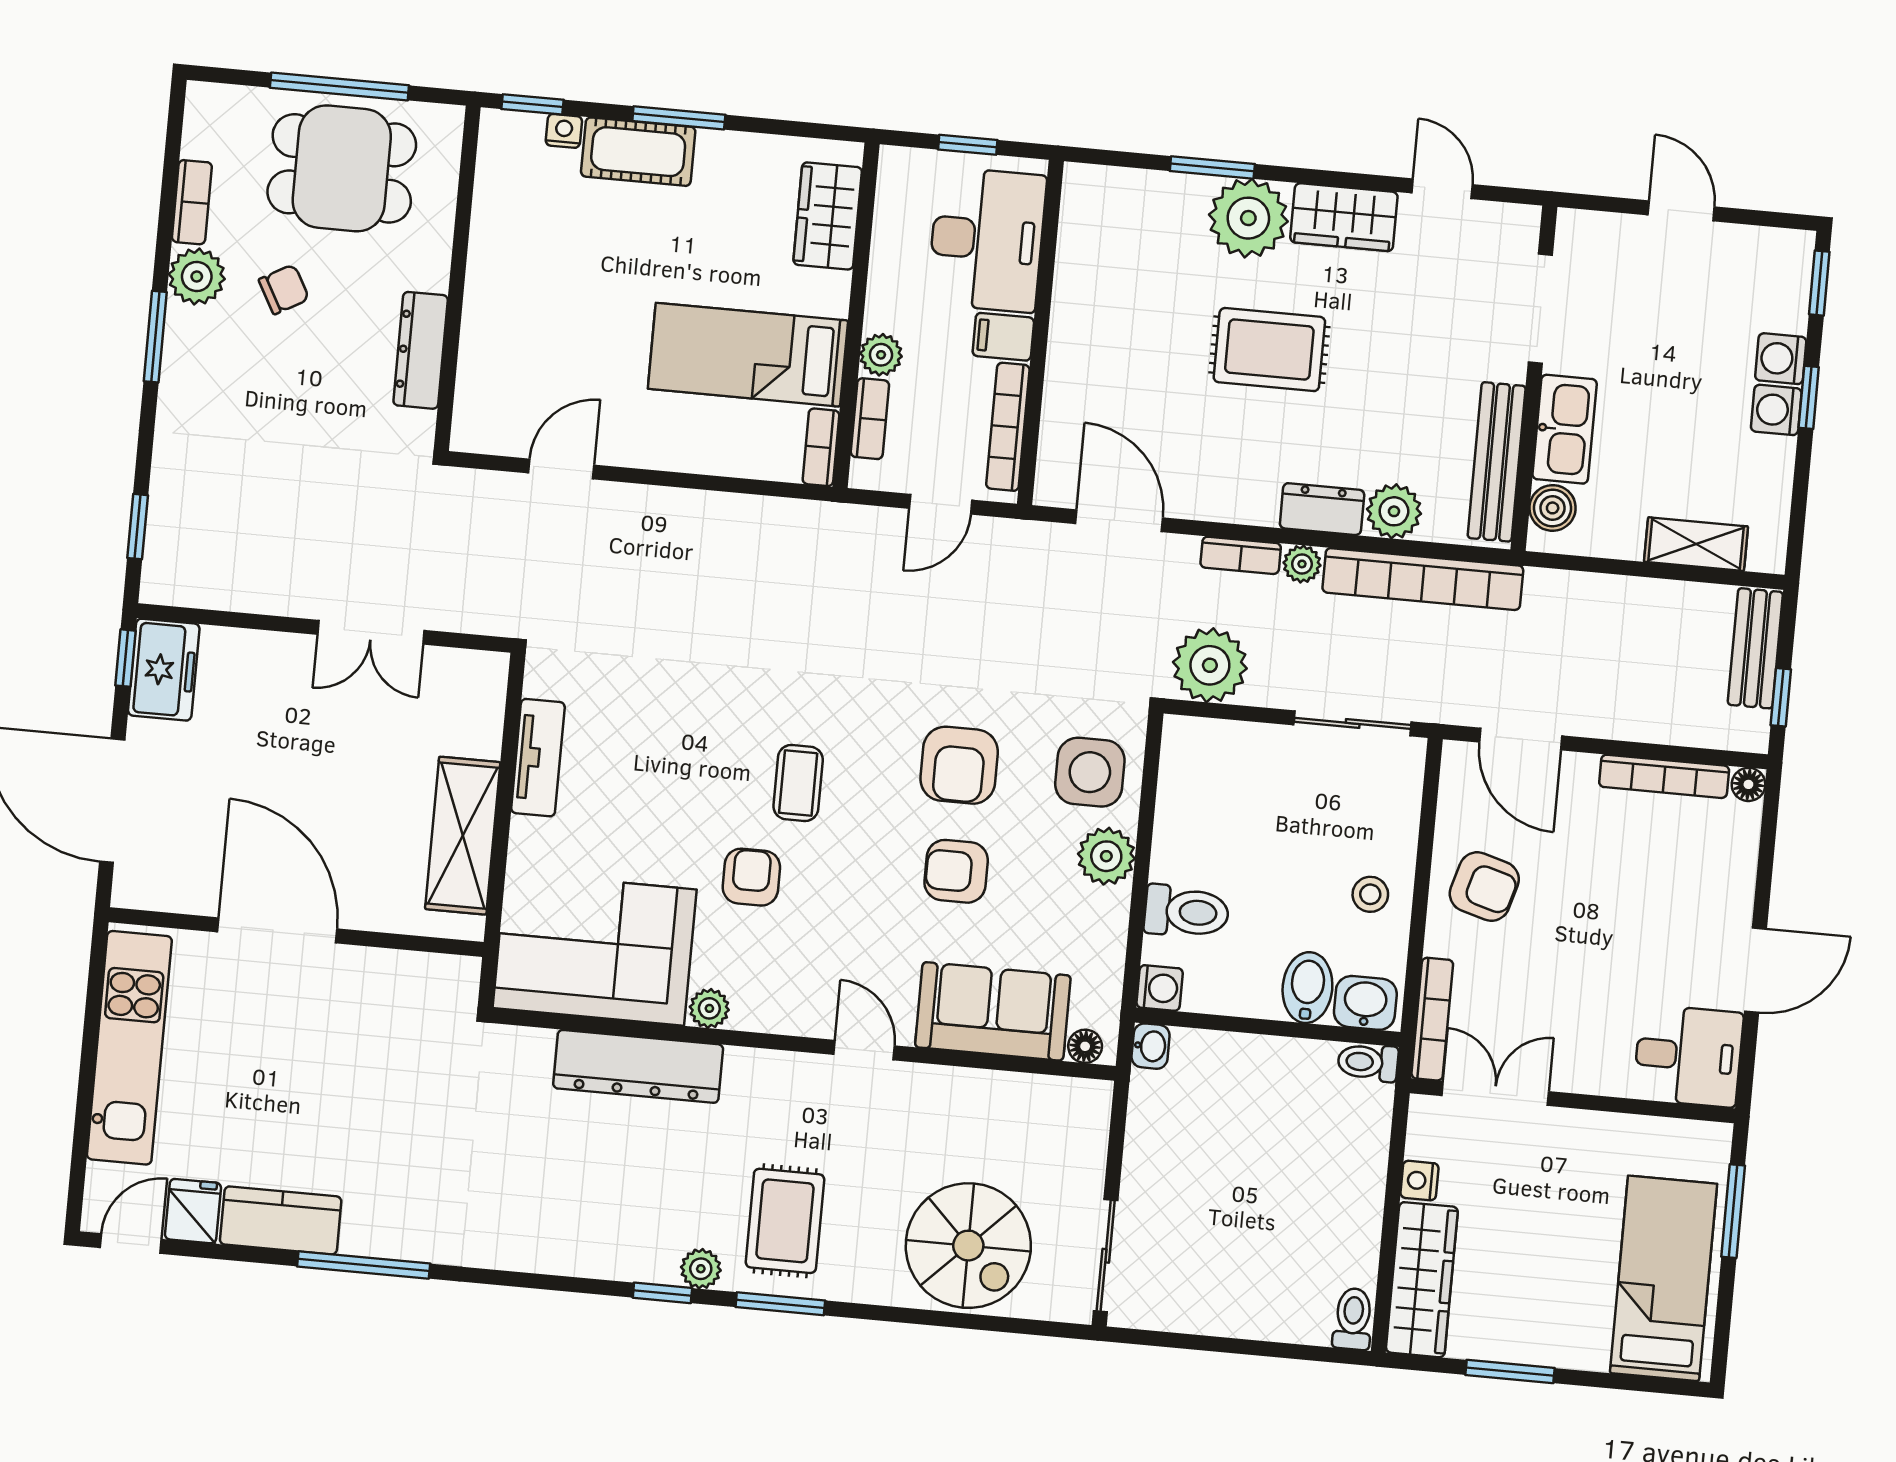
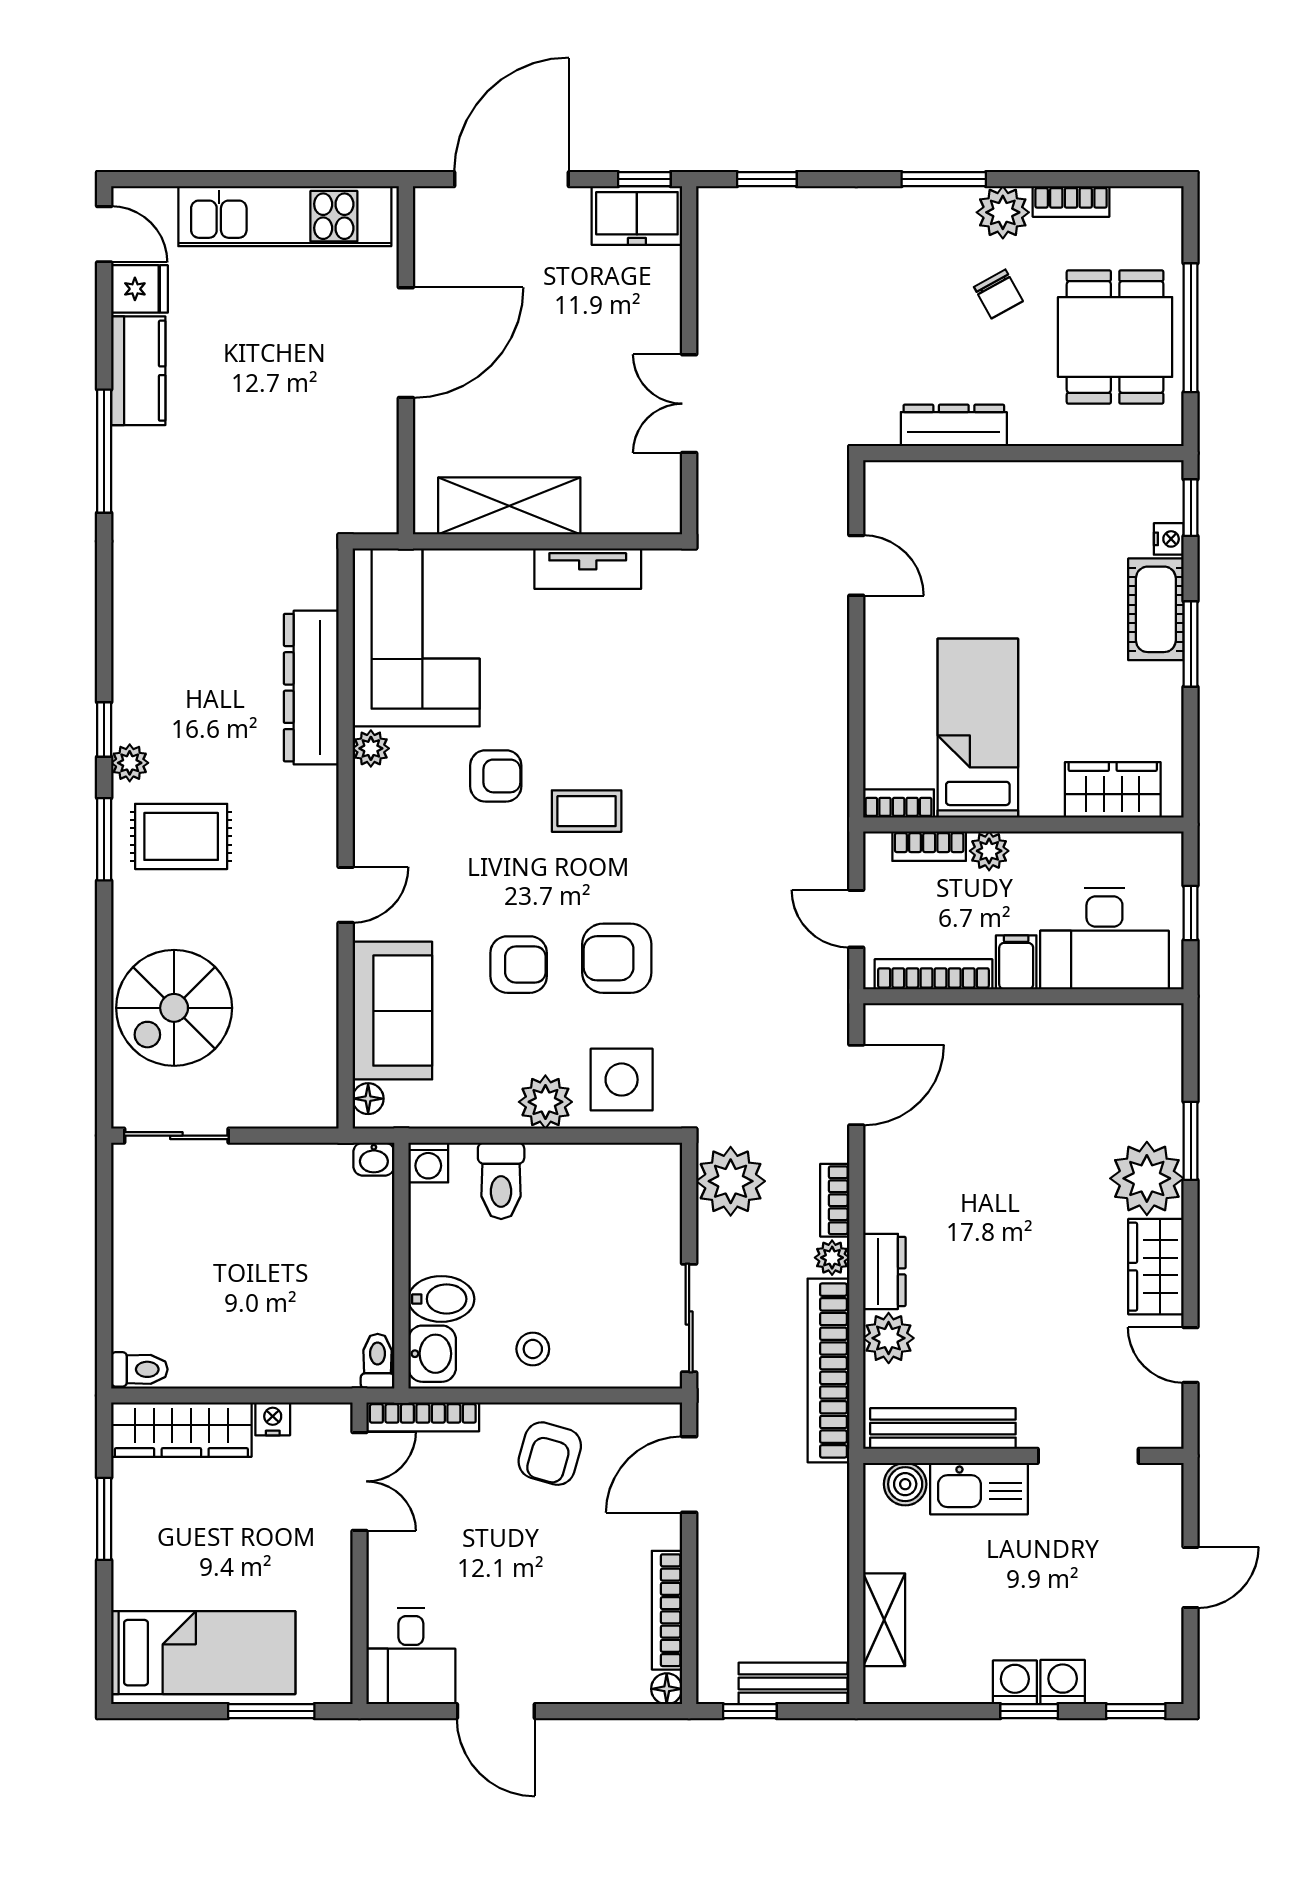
door: (1442, 189) -> (1191, 1355), swing flipped
rug: (1269, 350) -> (1027, 1209), removed
armchair: (956, 871) -> (519, 965), turned 90

